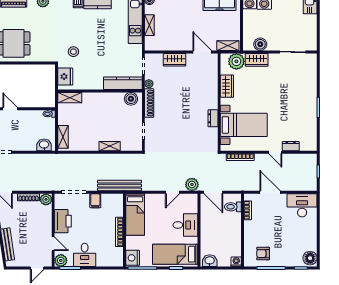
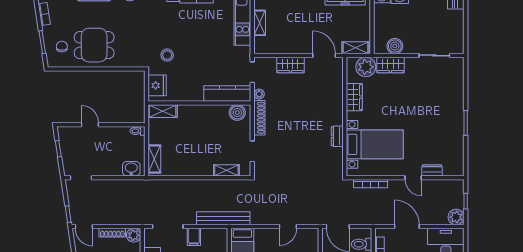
shelving: (110, 146) -> (226, 170), moved
plant: (192, 184) -> (456, 217), moved

